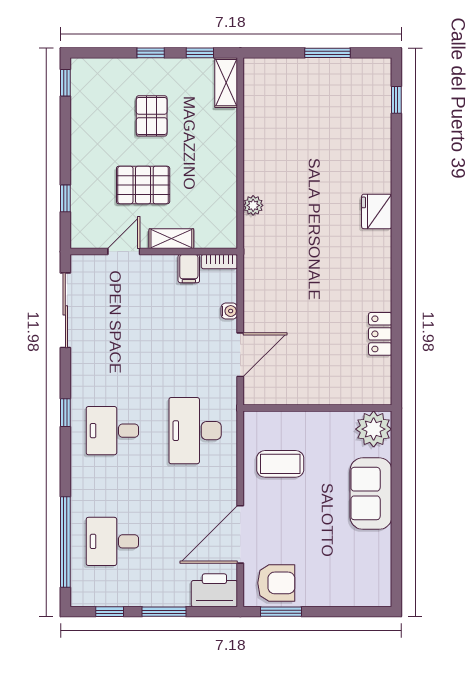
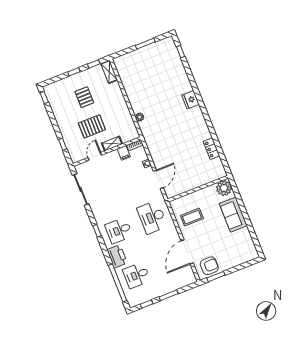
printer: (214, 590) -> (117, 256), moved, turned 90

